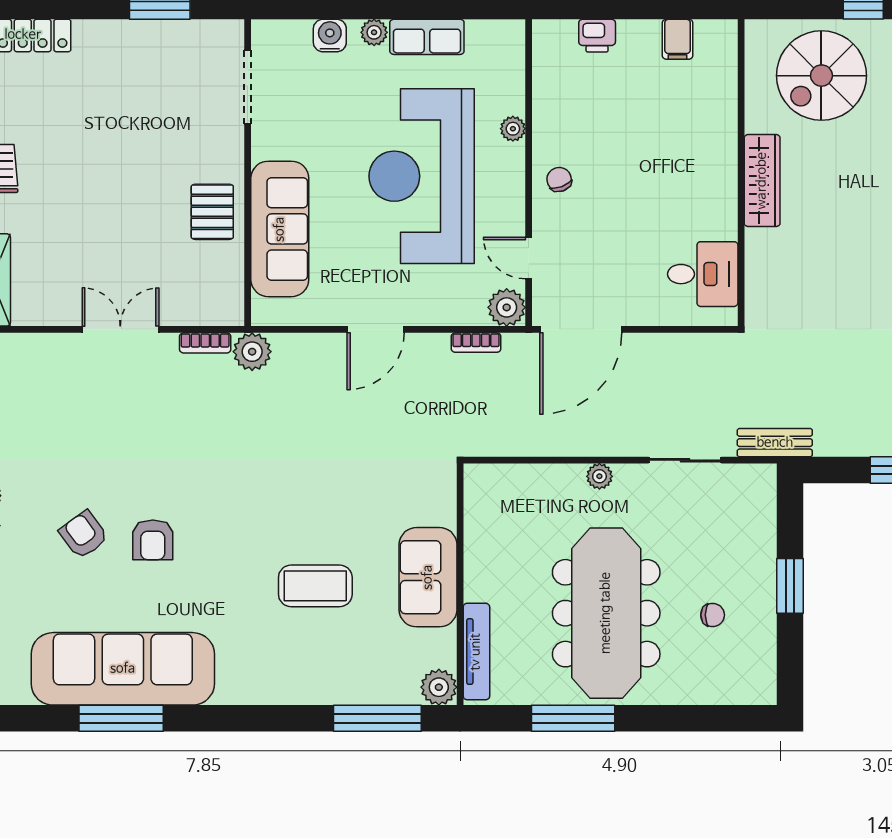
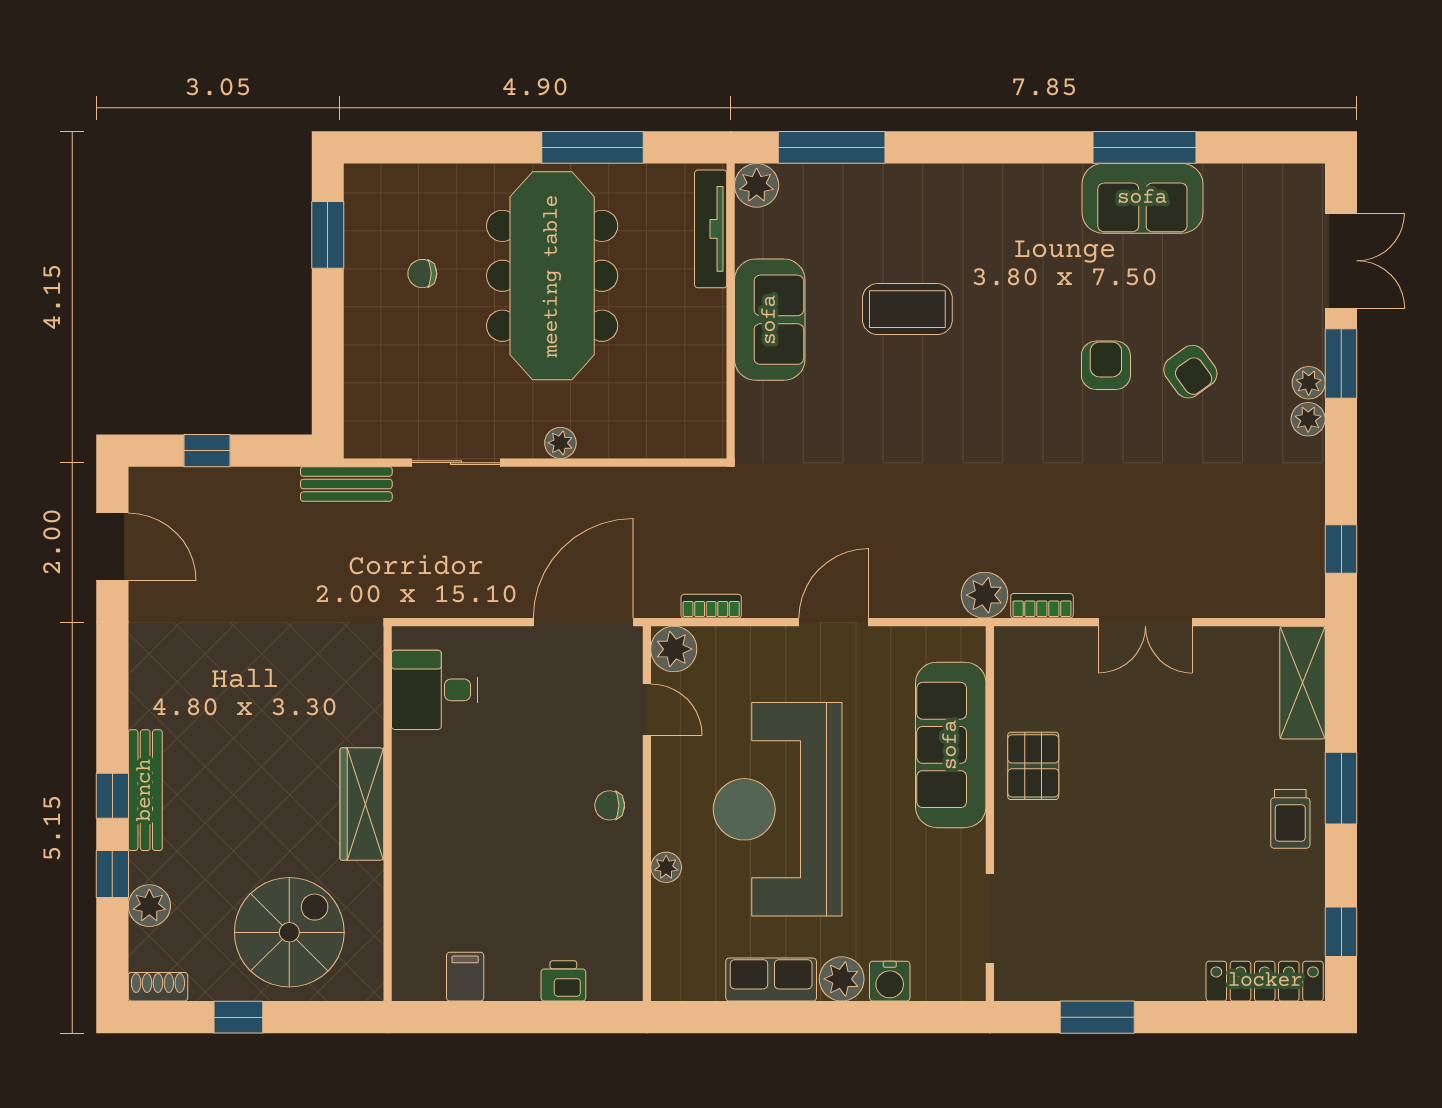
plant: (374, 32) -> (842, 979), width x1.38, depth x1.38
reception desk: (422, 176) -> (778, 809), turned 180
chair: (559, 179) -> (610, 805), turned 110
window: (790, 586) -> (328, 235), moved
sofa: (123, 669) -> (1142, 198), width x0.54, depth x0.79

